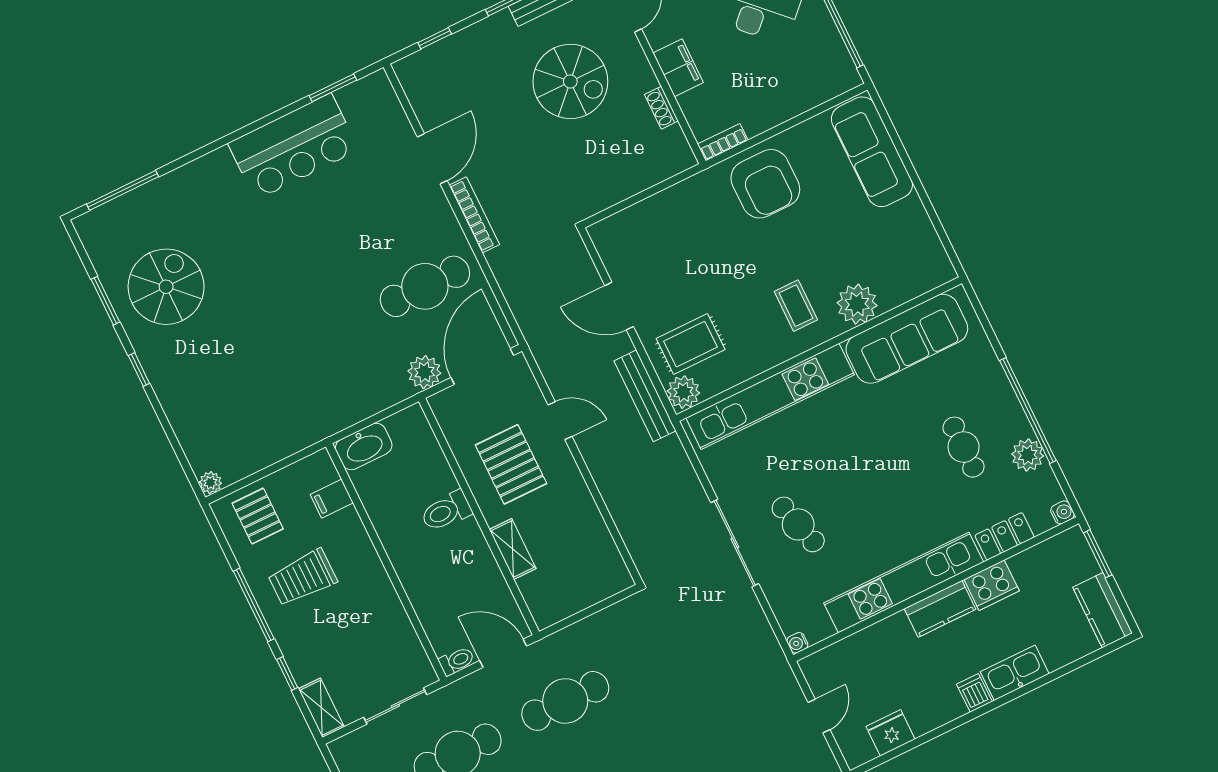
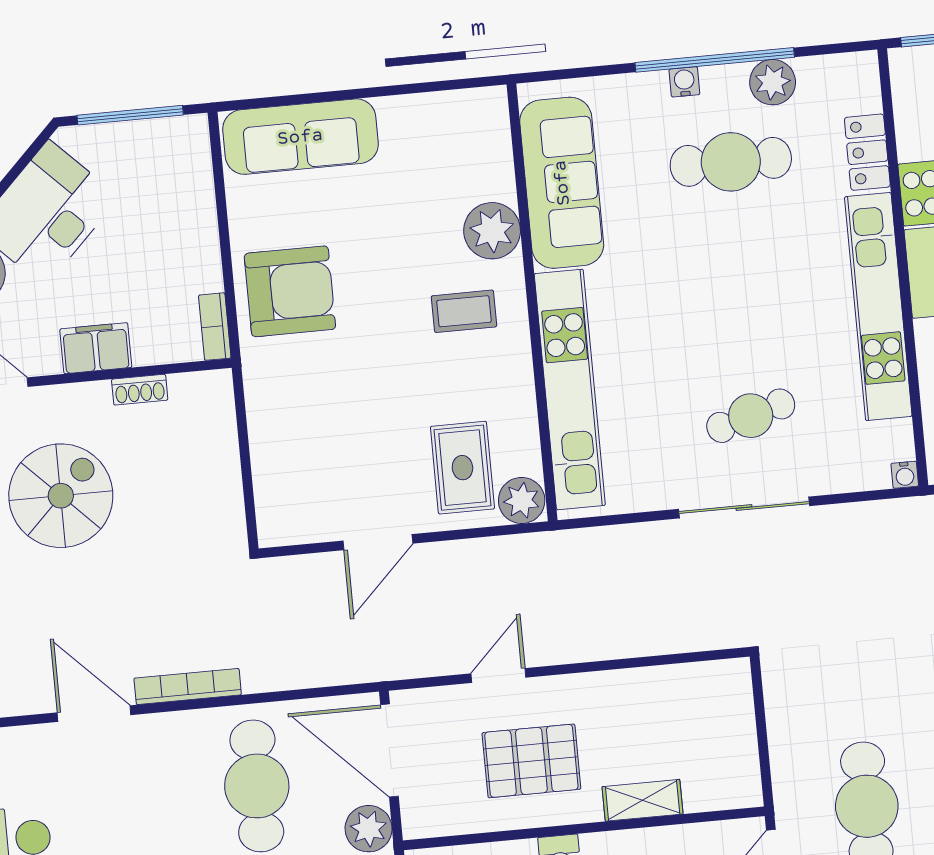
bench: (645, 396) -> (508, 552), removed
cafe table: (964, 447) -> (731, 162), width x1.37, depth x1.35
water cooler: (1062, 512) -> (684, 82), moved

